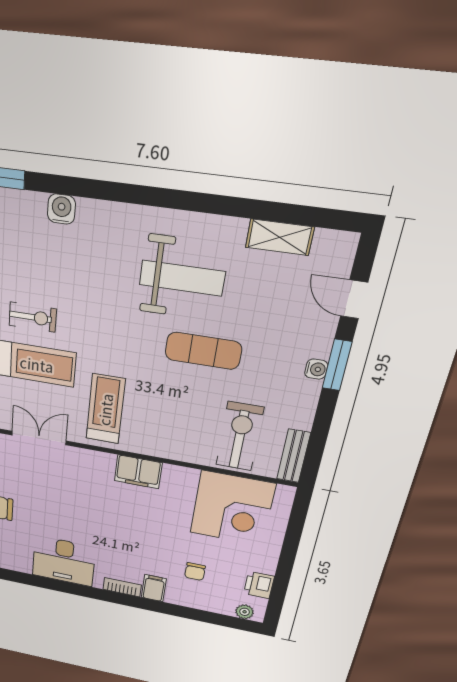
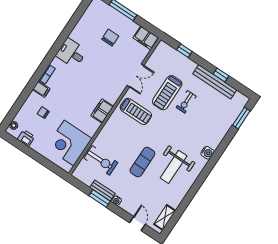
water cooler: (61, 209) -> (207, 153), moved
shelving: (280, 237) -> (165, 217), moved
door: (354, 299) -> (137, 224), hinge flipped
window: (337, 365) -> (100, 198), moved
bench: (294, 456) -> (102, 191), moved
desk: (64, 561) -> (71, 53), width x0.73

